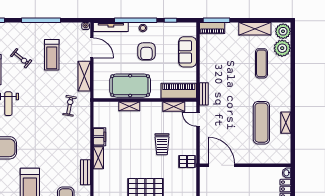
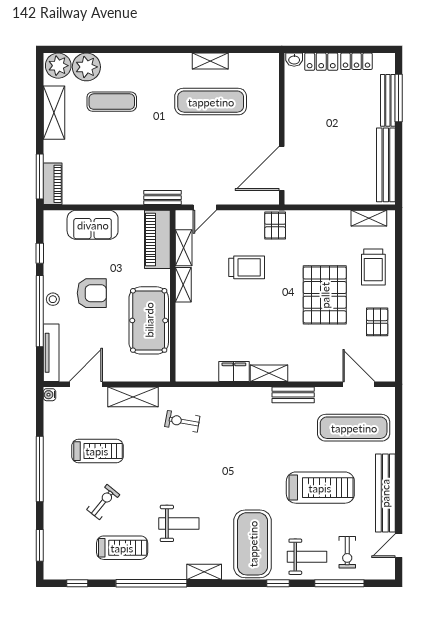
shelving: (129, 106) -> (183, 285), moved

